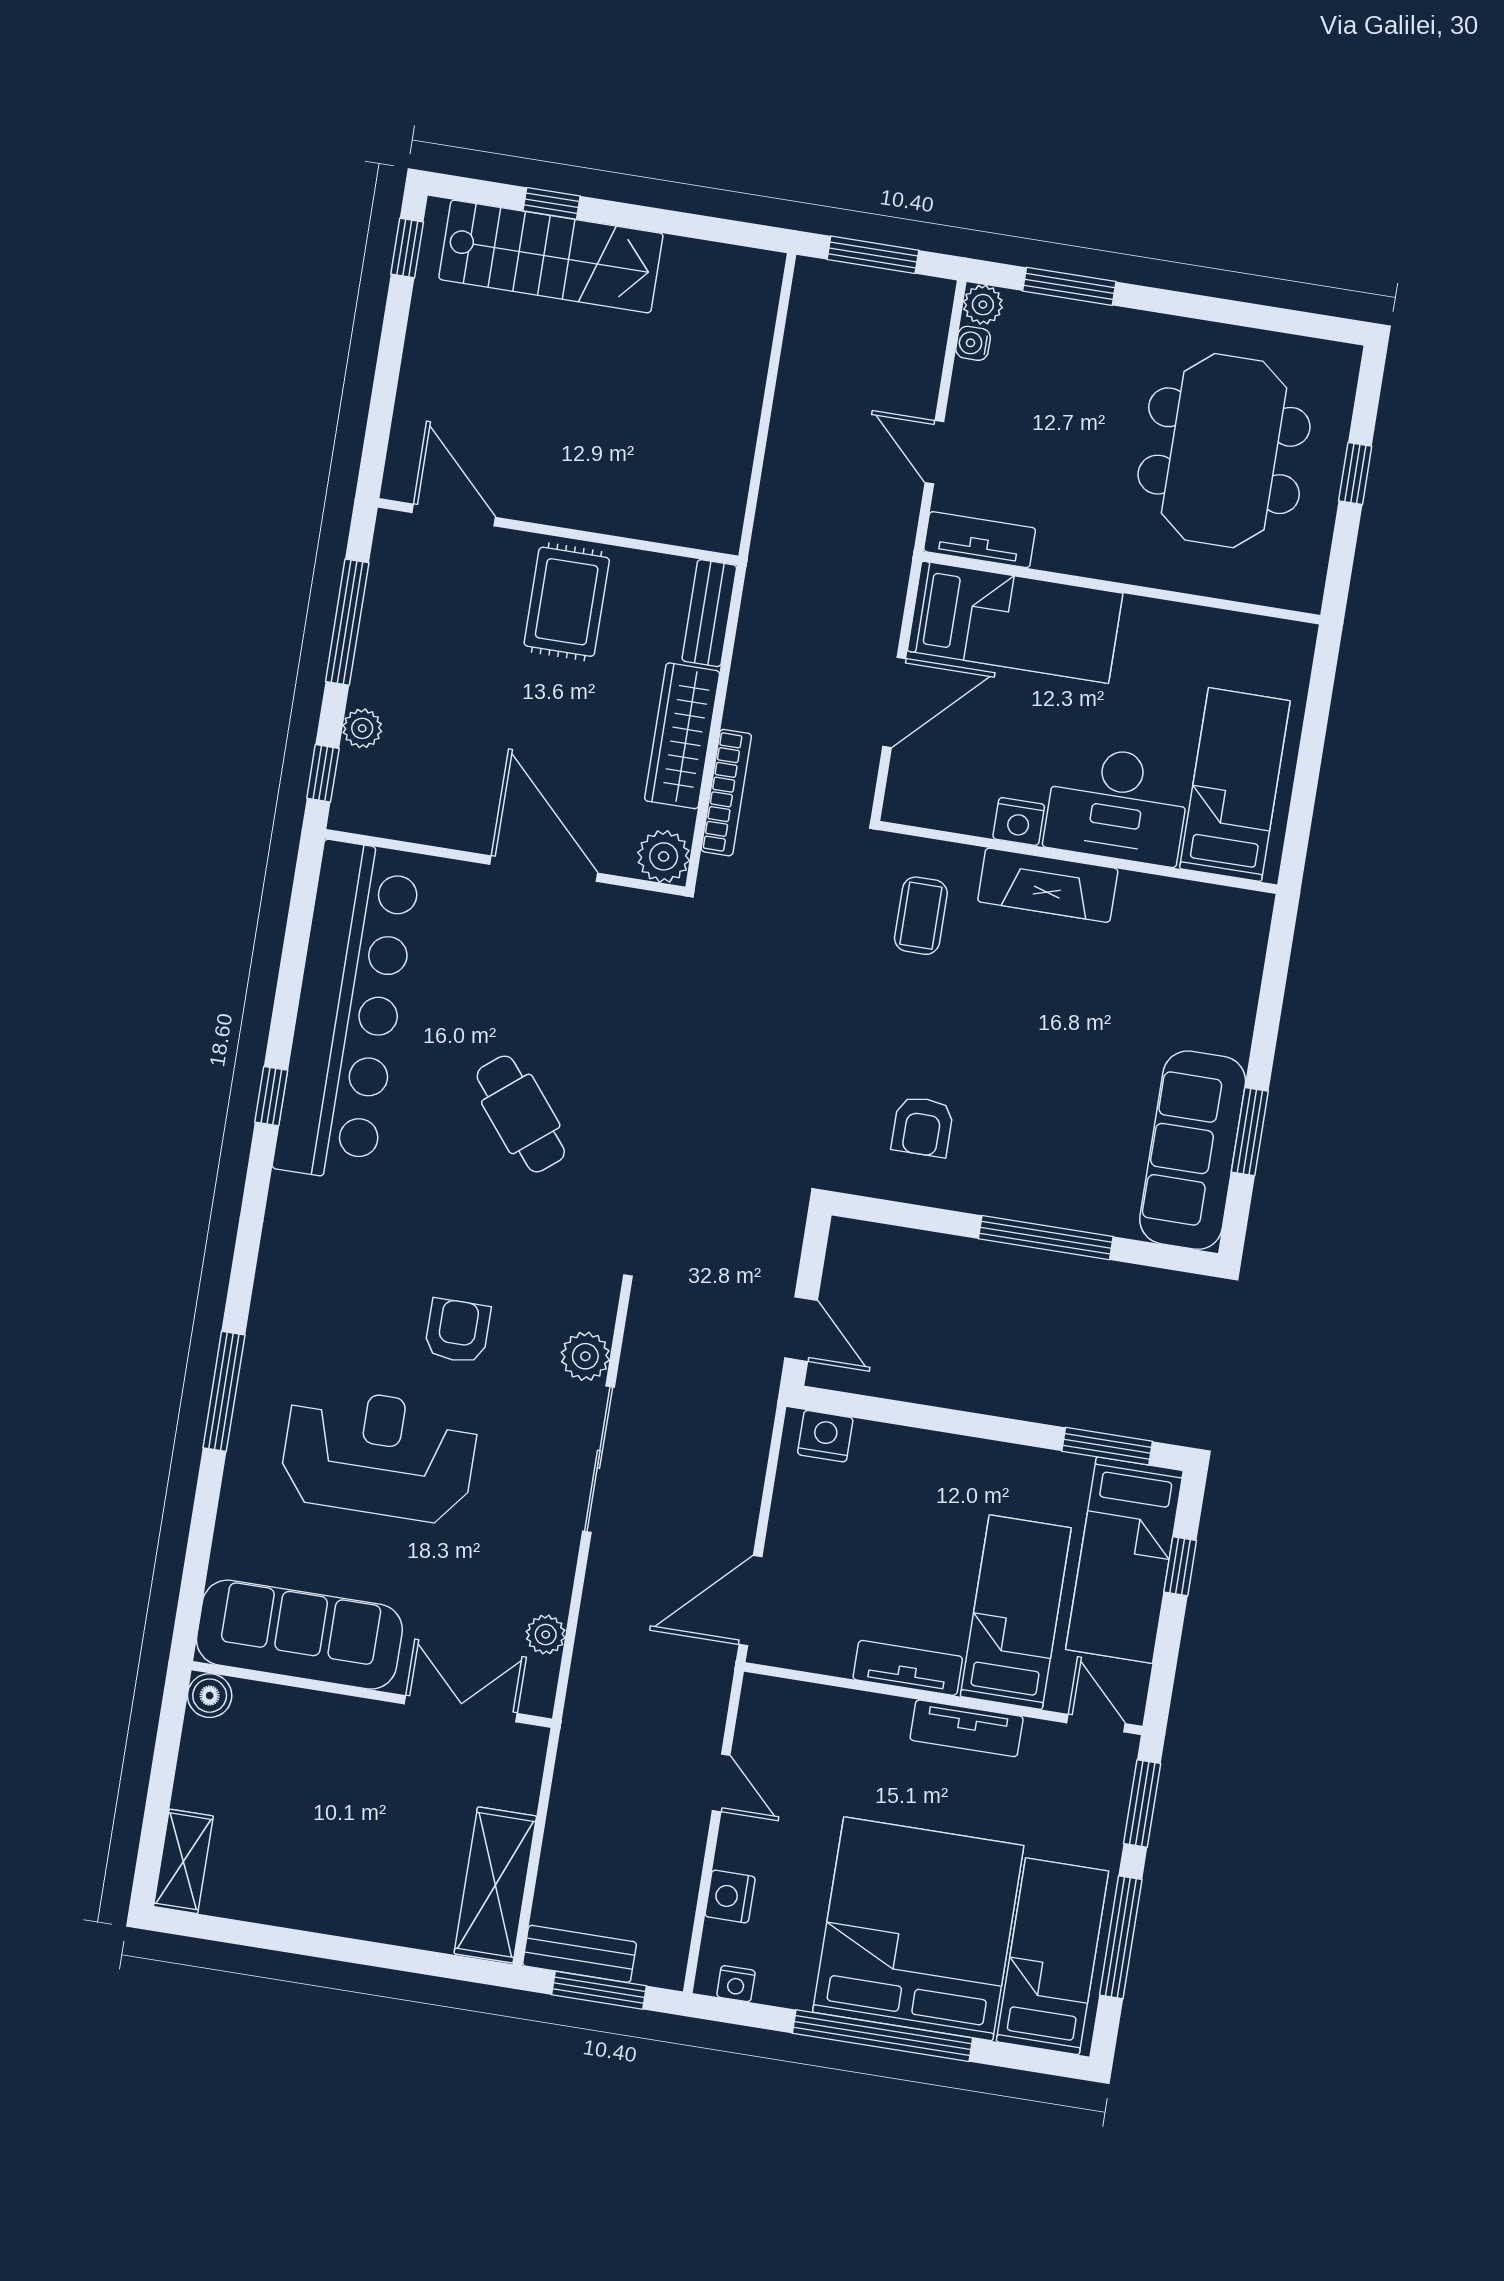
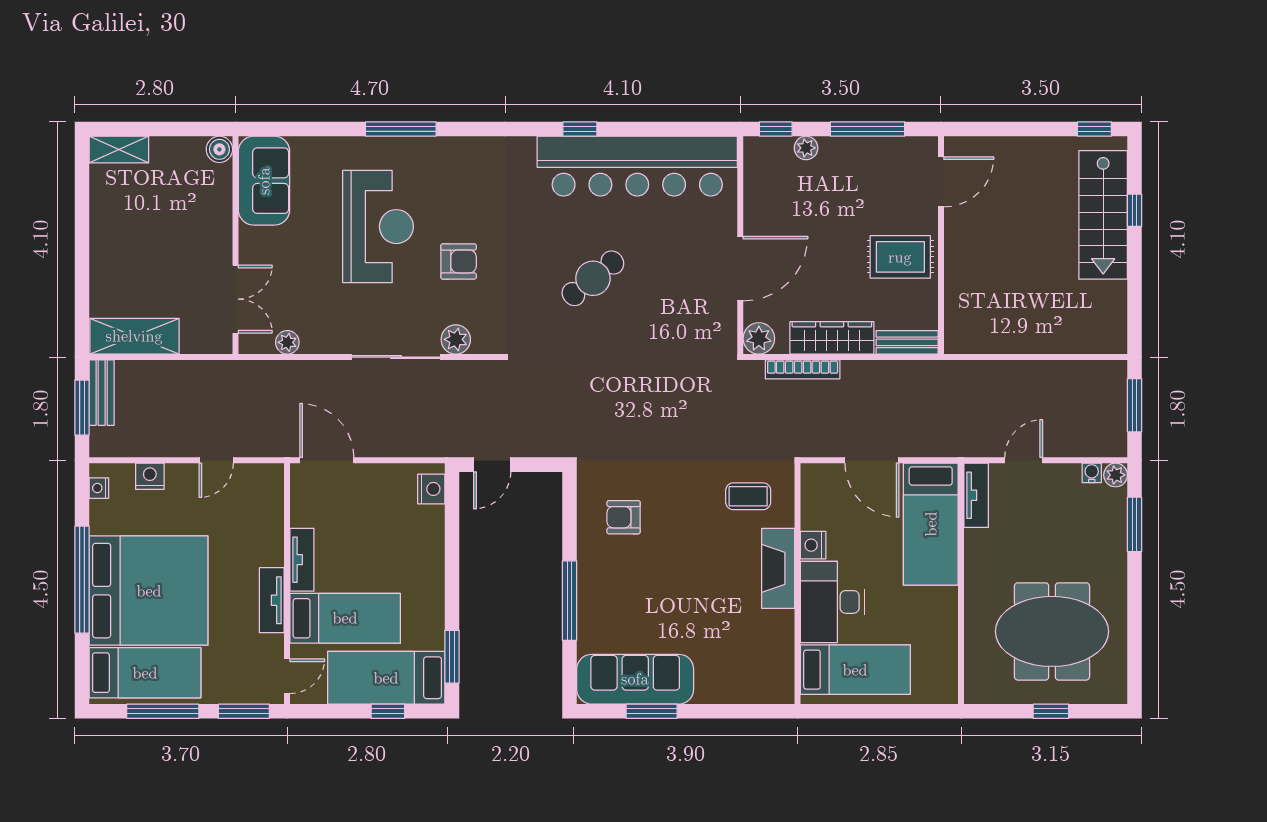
sofa: (299, 1635) -> (264, 181), width x0.73

